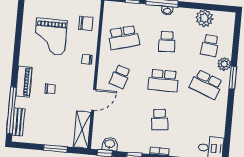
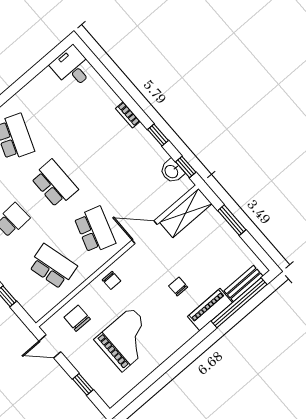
school desk: (120, 77) -> (95, 230), width x1.85
piano: (24, 82) -> (210, 310), moved
school desk: (160, 120) -> (96, 147), removed

